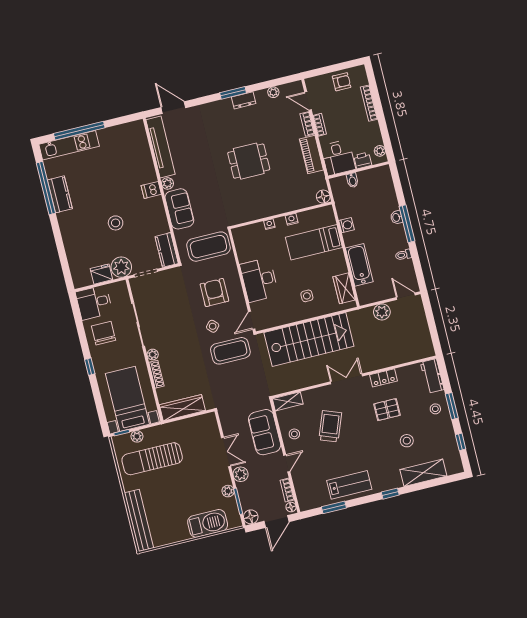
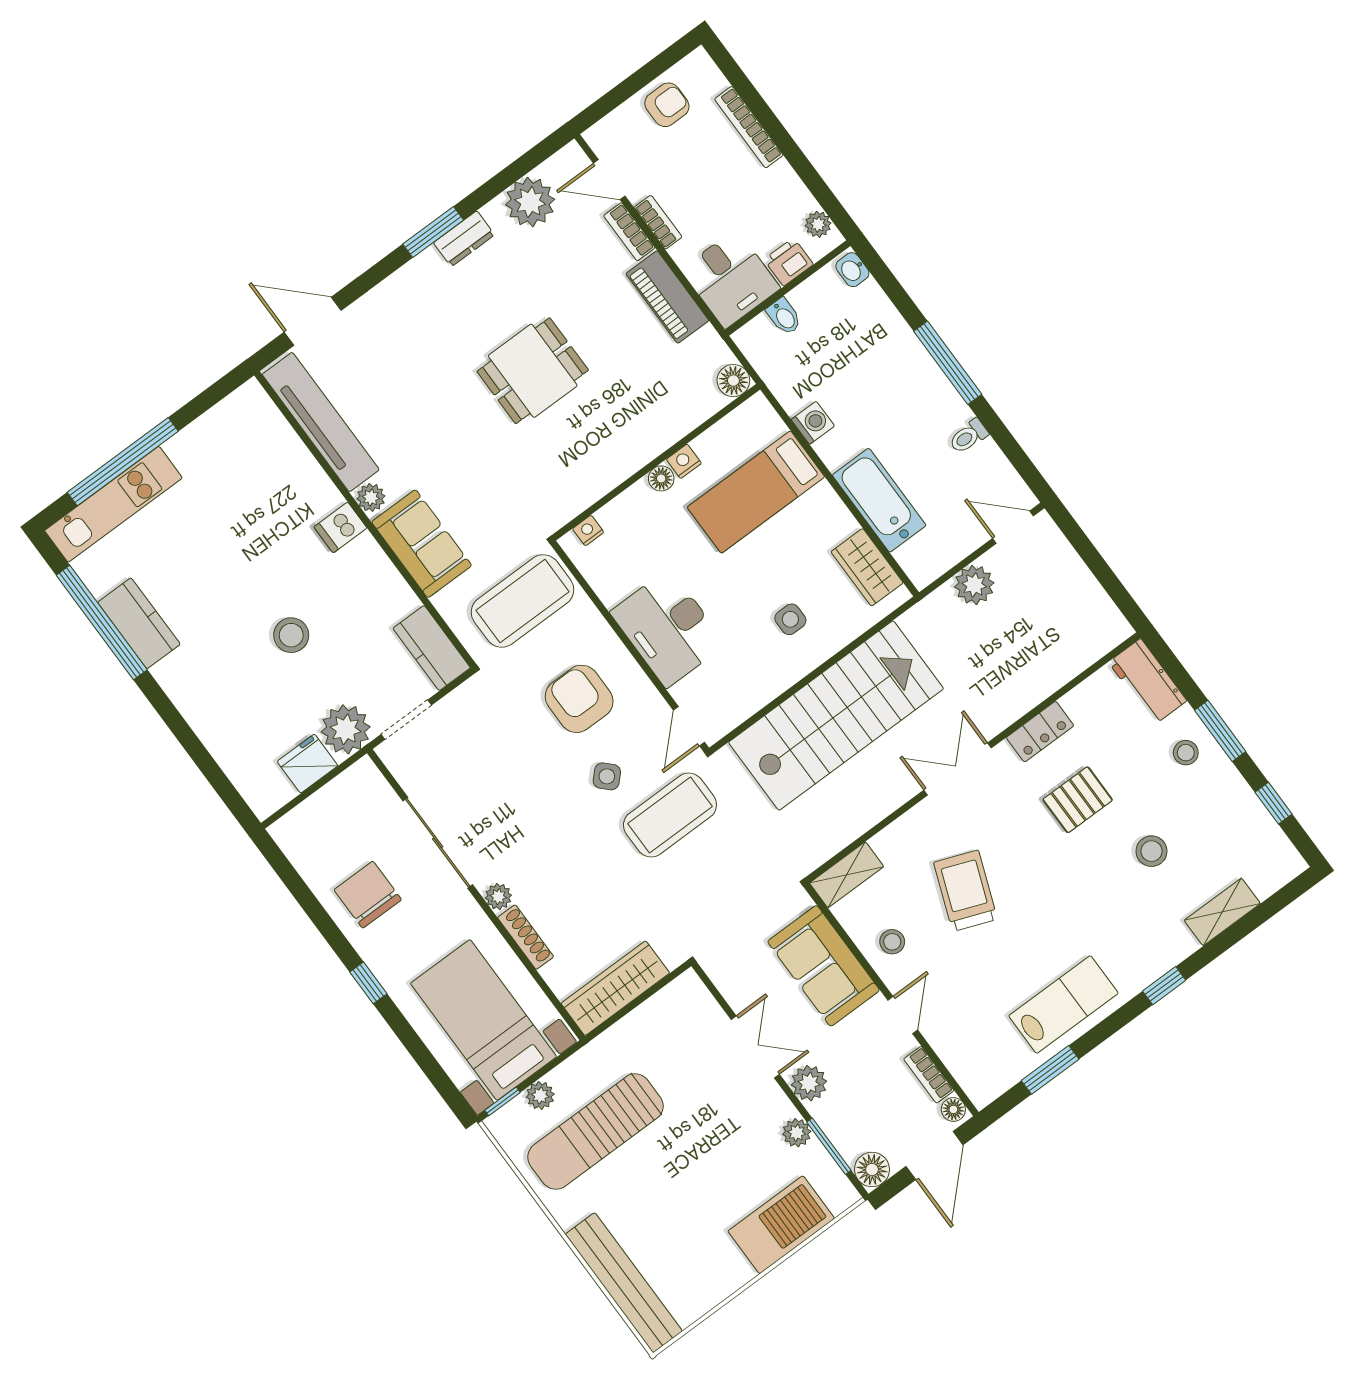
plant: (273, 92) -> (530, 202), width x1.87, depth x1.87
washbasin: (396, 217) -> (852, 270), moved
floor lamp: (280, 222) -> (661, 478), added
nightstand: (269, 224) -> (588, 531), moved
desk: (94, 302) -> (317, 834), removed
shelving: (423, 473) -> (1222, 912), width x0.67, depth x0.75

